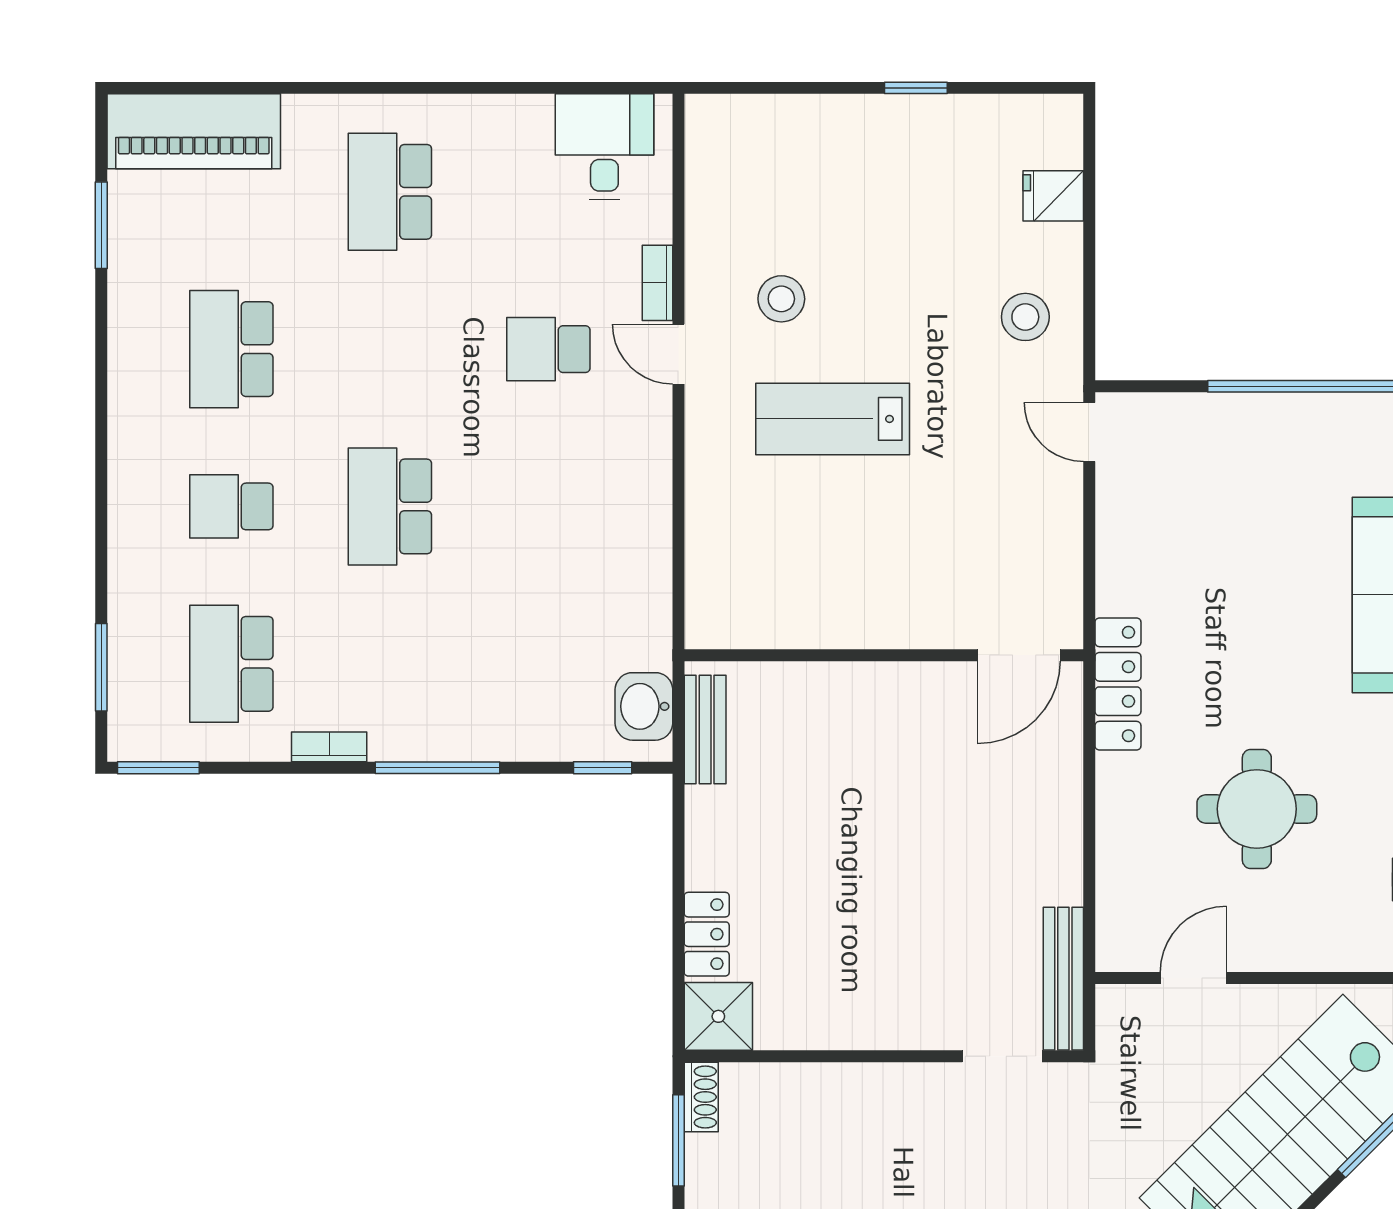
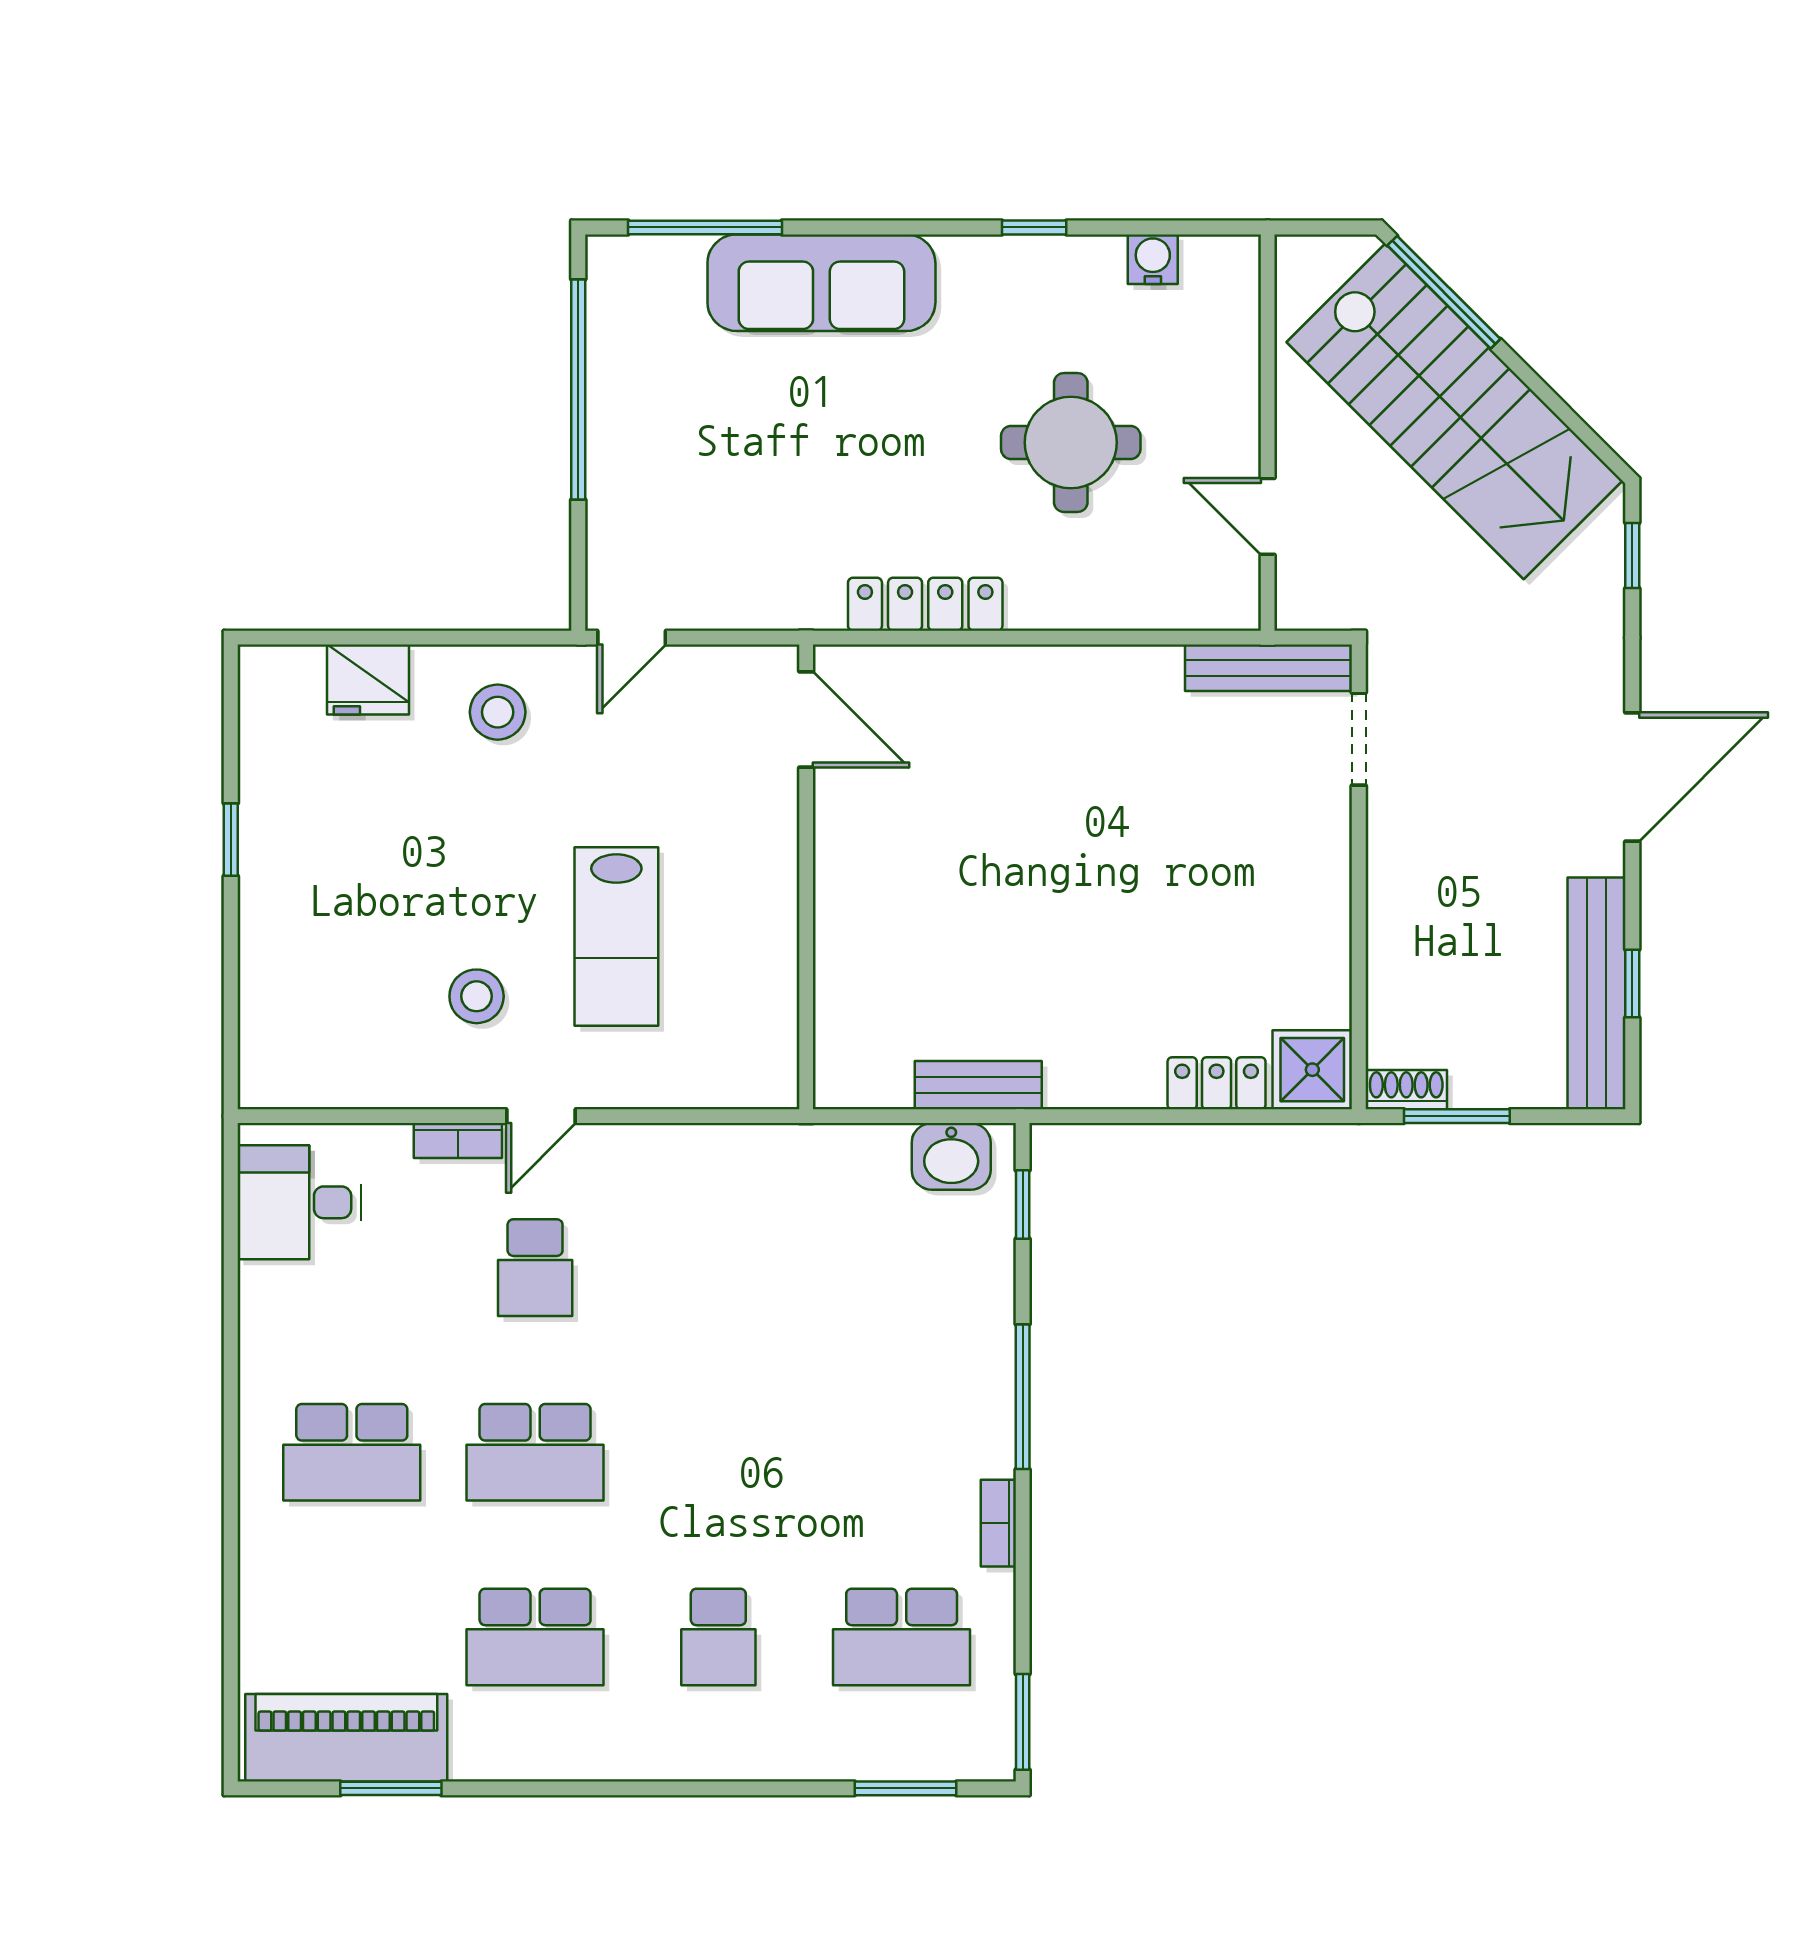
piano: (194, 131) -> (346, 1738), moved, turned -90
fridge: (1053, 196) -> (368, 680), width x1.38
school desk: (390, 506) -> (535, 1452), moved
wall: (884, 655) -> (806, 877), moved
door: (1019, 655) -> (806, 720), moved

